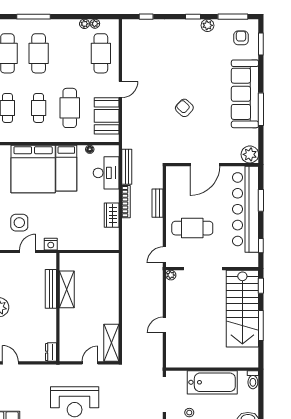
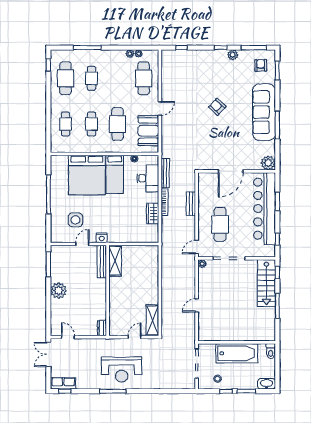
cafe table: (39, 53) -> (92, 78), width x0.73, depth x0.74
armchair: (184, 108) -> (217, 107), moved
cafe table: (192, 228) -> (220, 224), turned 90
bench: (51, 289) -> (102, 262), moved
shelving: (67, 289) -> (115, 261), moved
stairs: (242, 309) -> (266, 283), width x0.73, depth x0.66

